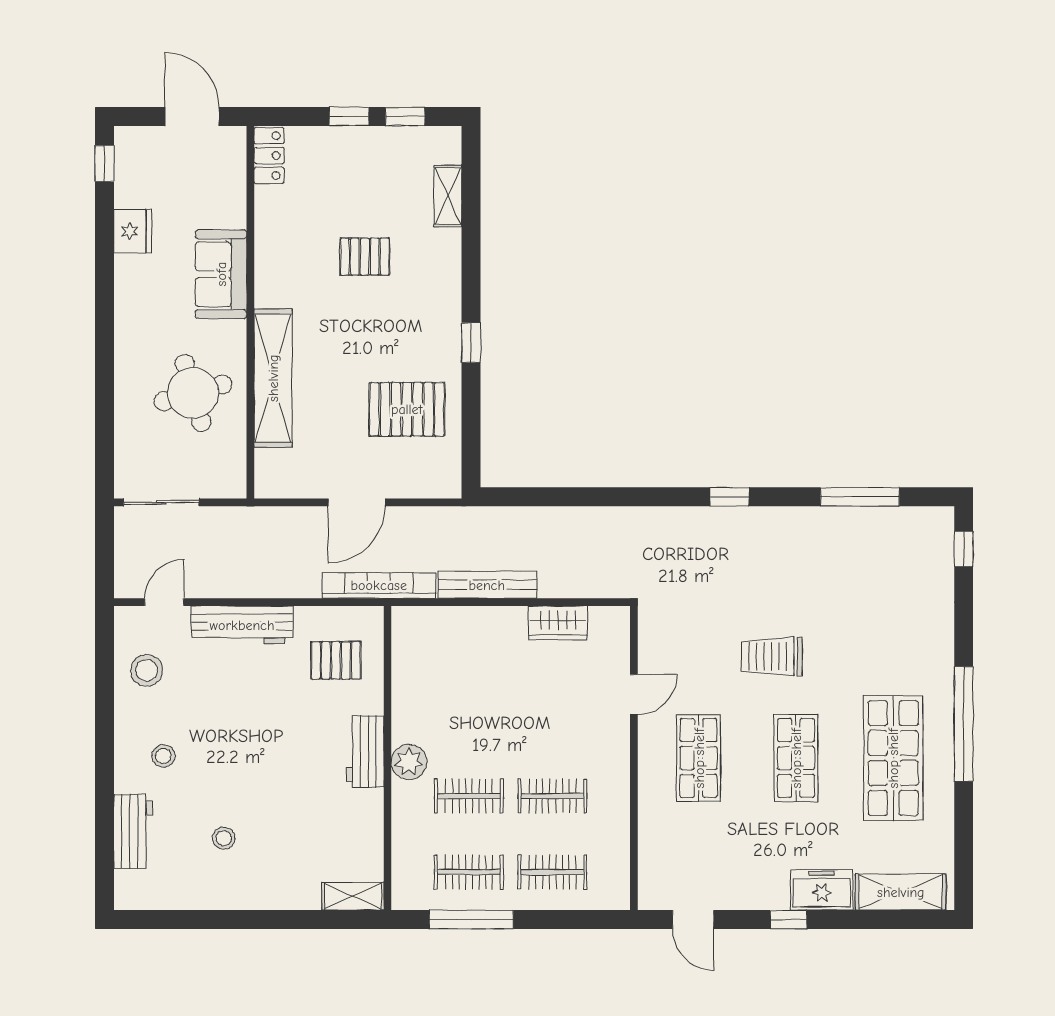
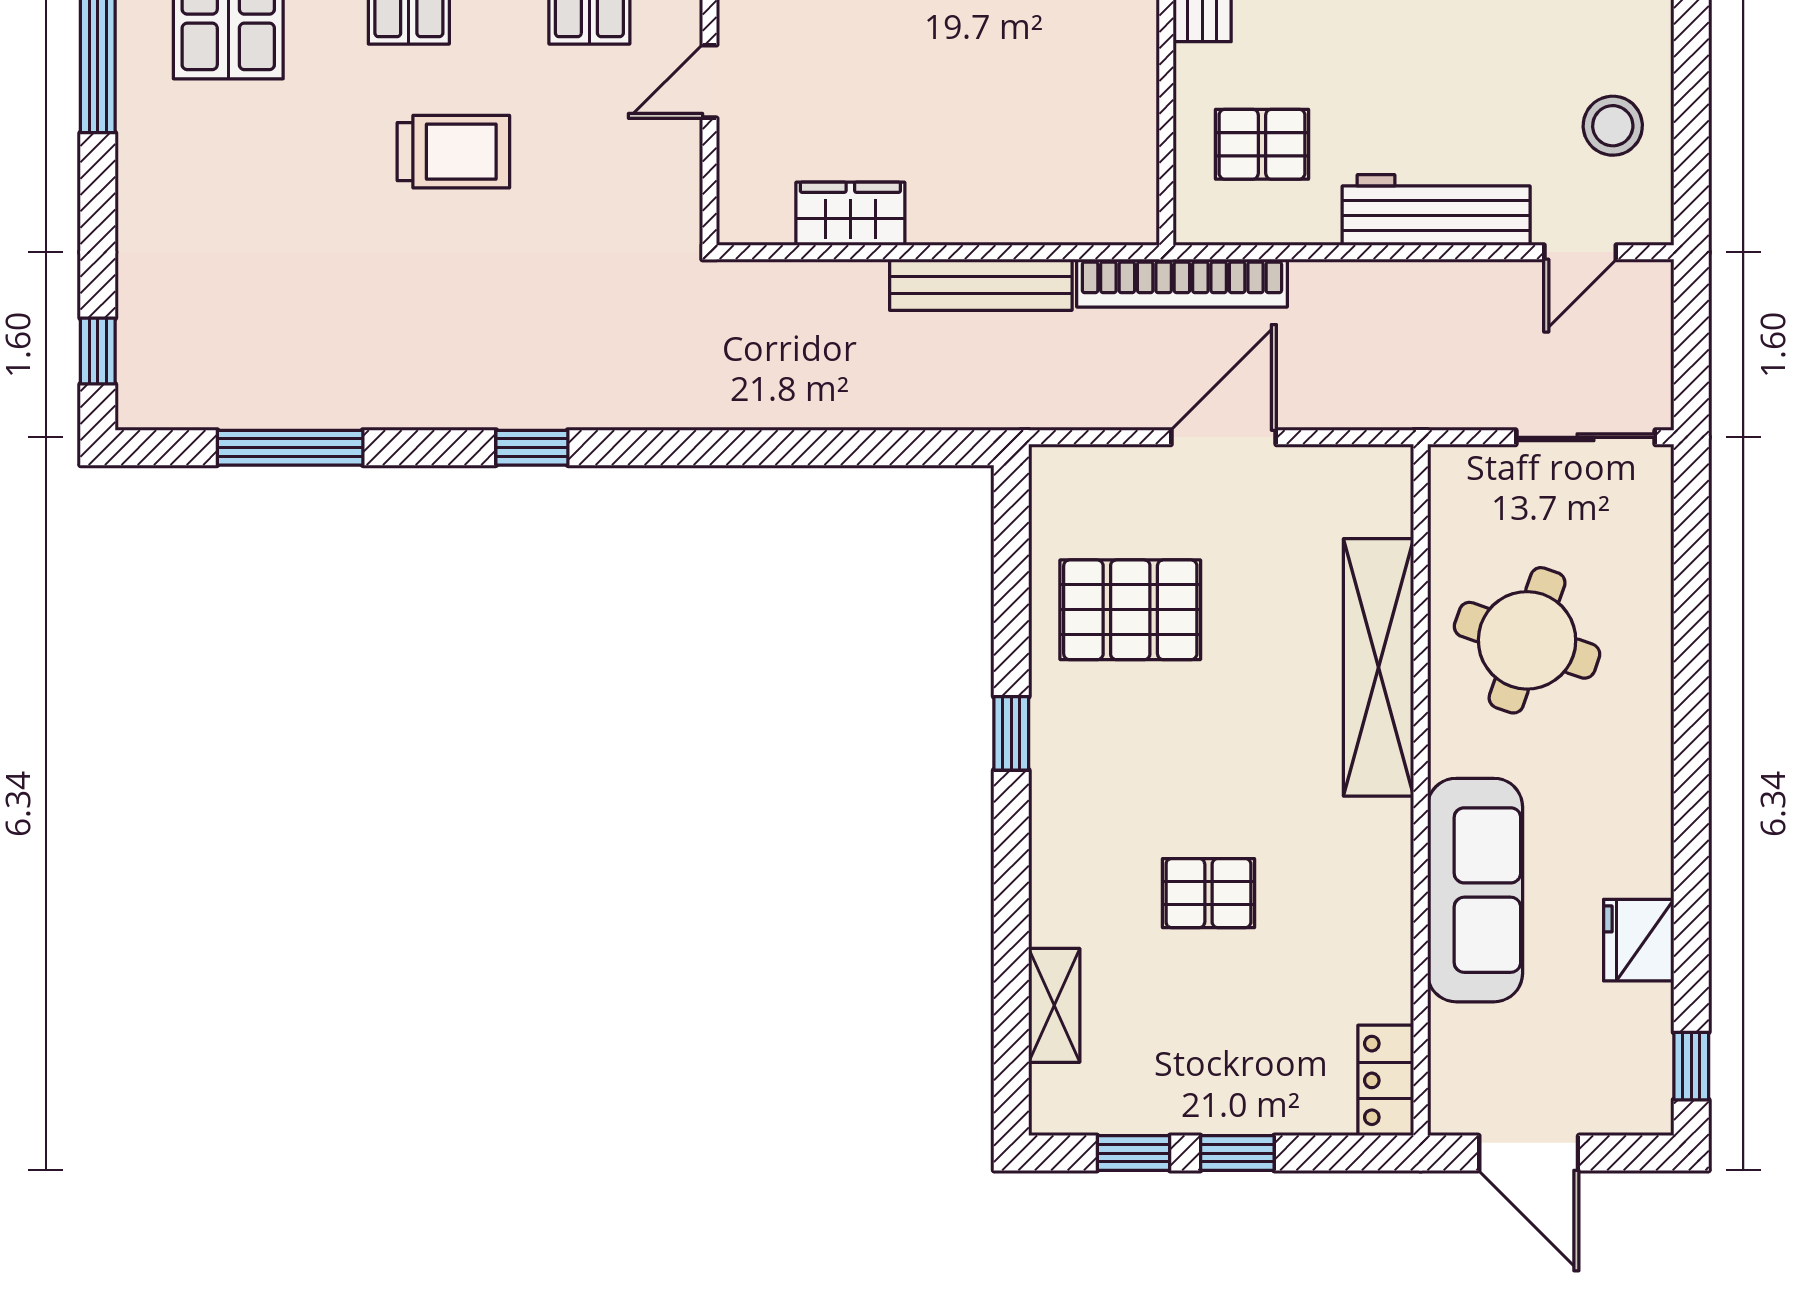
sofa: (221, 274) -> (1475, 890), width x1.36
round table: (193, 393) -> (1527, 640), turned 35

